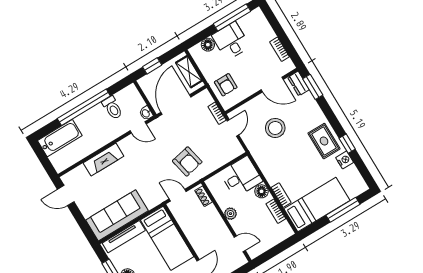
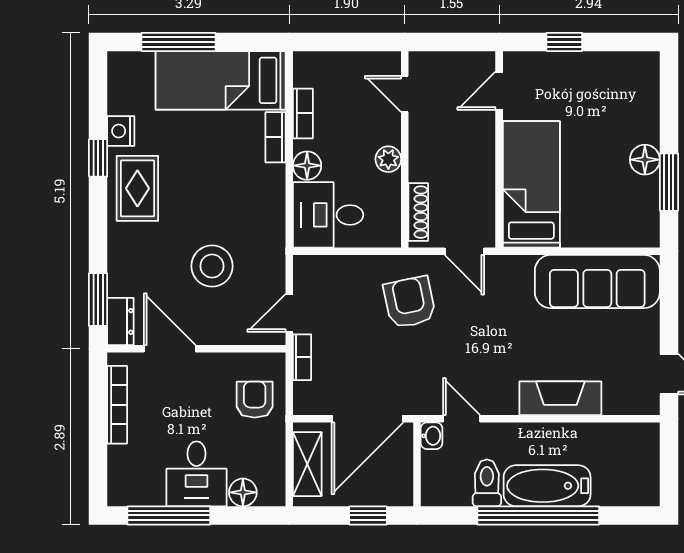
bookcase: (280, 49) -> (117, 405), width x1.56
bathtub: (60, 138) -> (547, 486), moved
shoe rack: (204, 196) -> (418, 212), width x1.43
tv unit: (124, 237) -> (609, 235), removed

